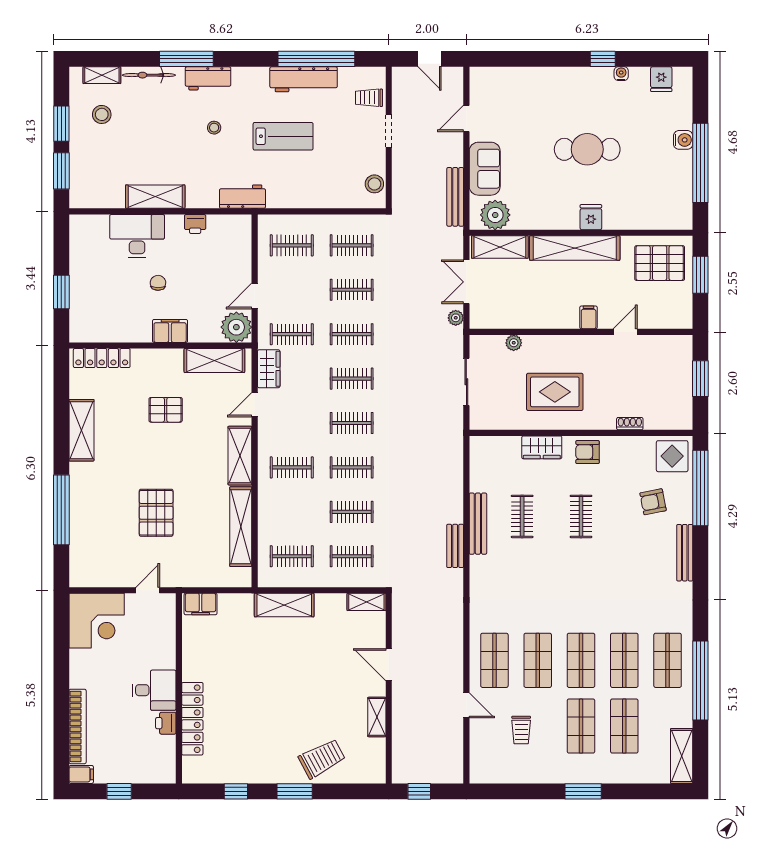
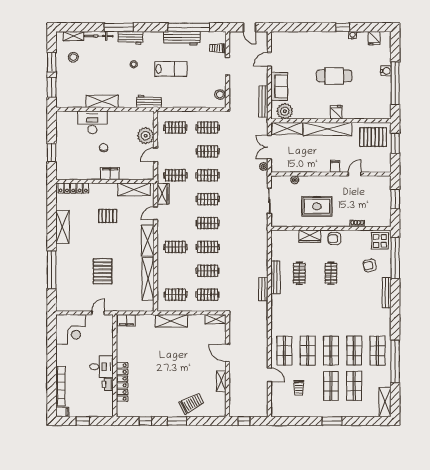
printer: (195, 224) -> (124, 116), removed
plant: (236, 327) -> (146, 136), moved

